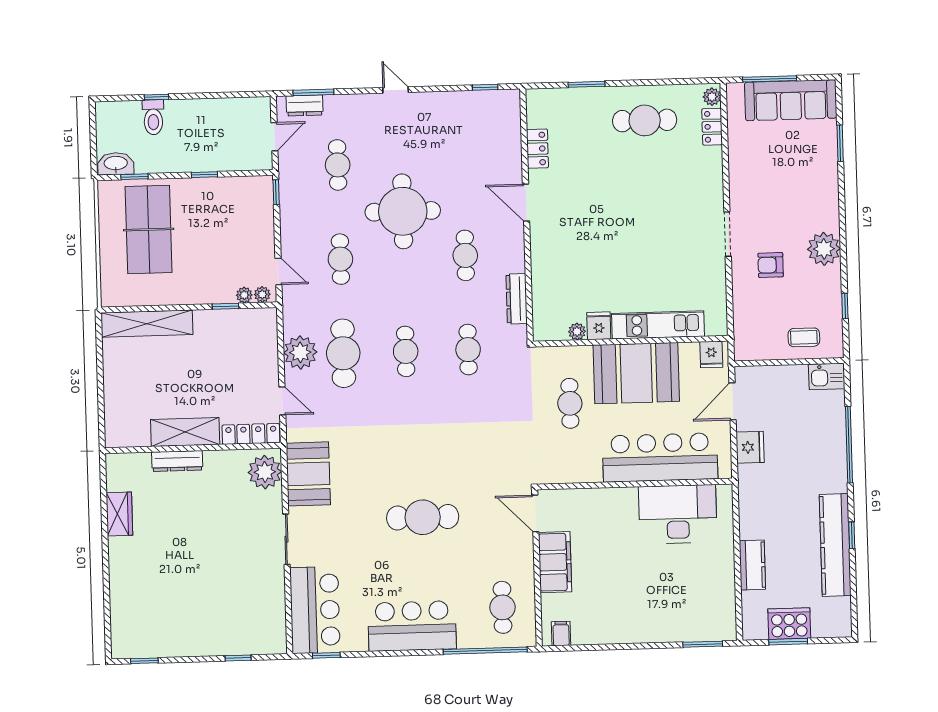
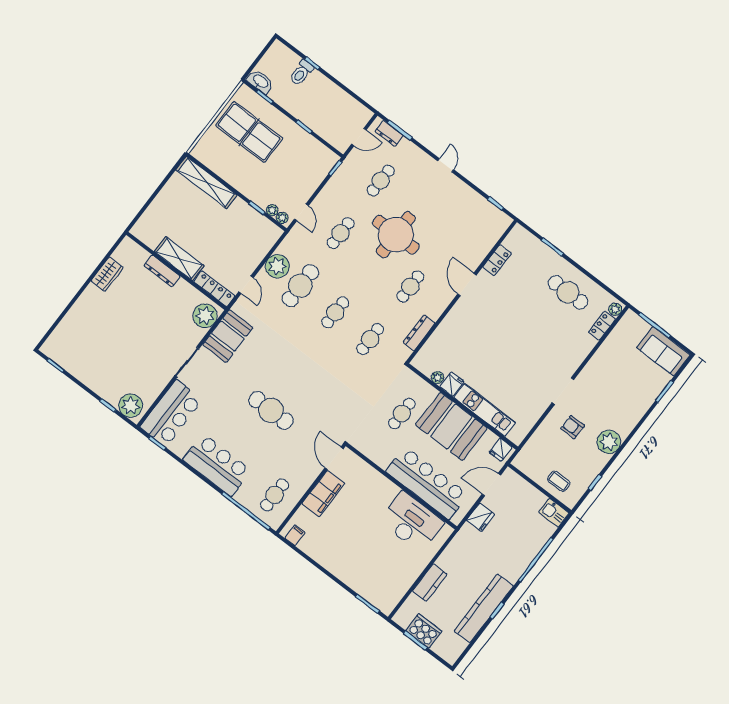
sofa: (791, 100) -> (663, 351), width x0.73
table tennis table: (149, 230) -> (249, 132), turned 90
plant: (263, 638) -> (131, 406), added

